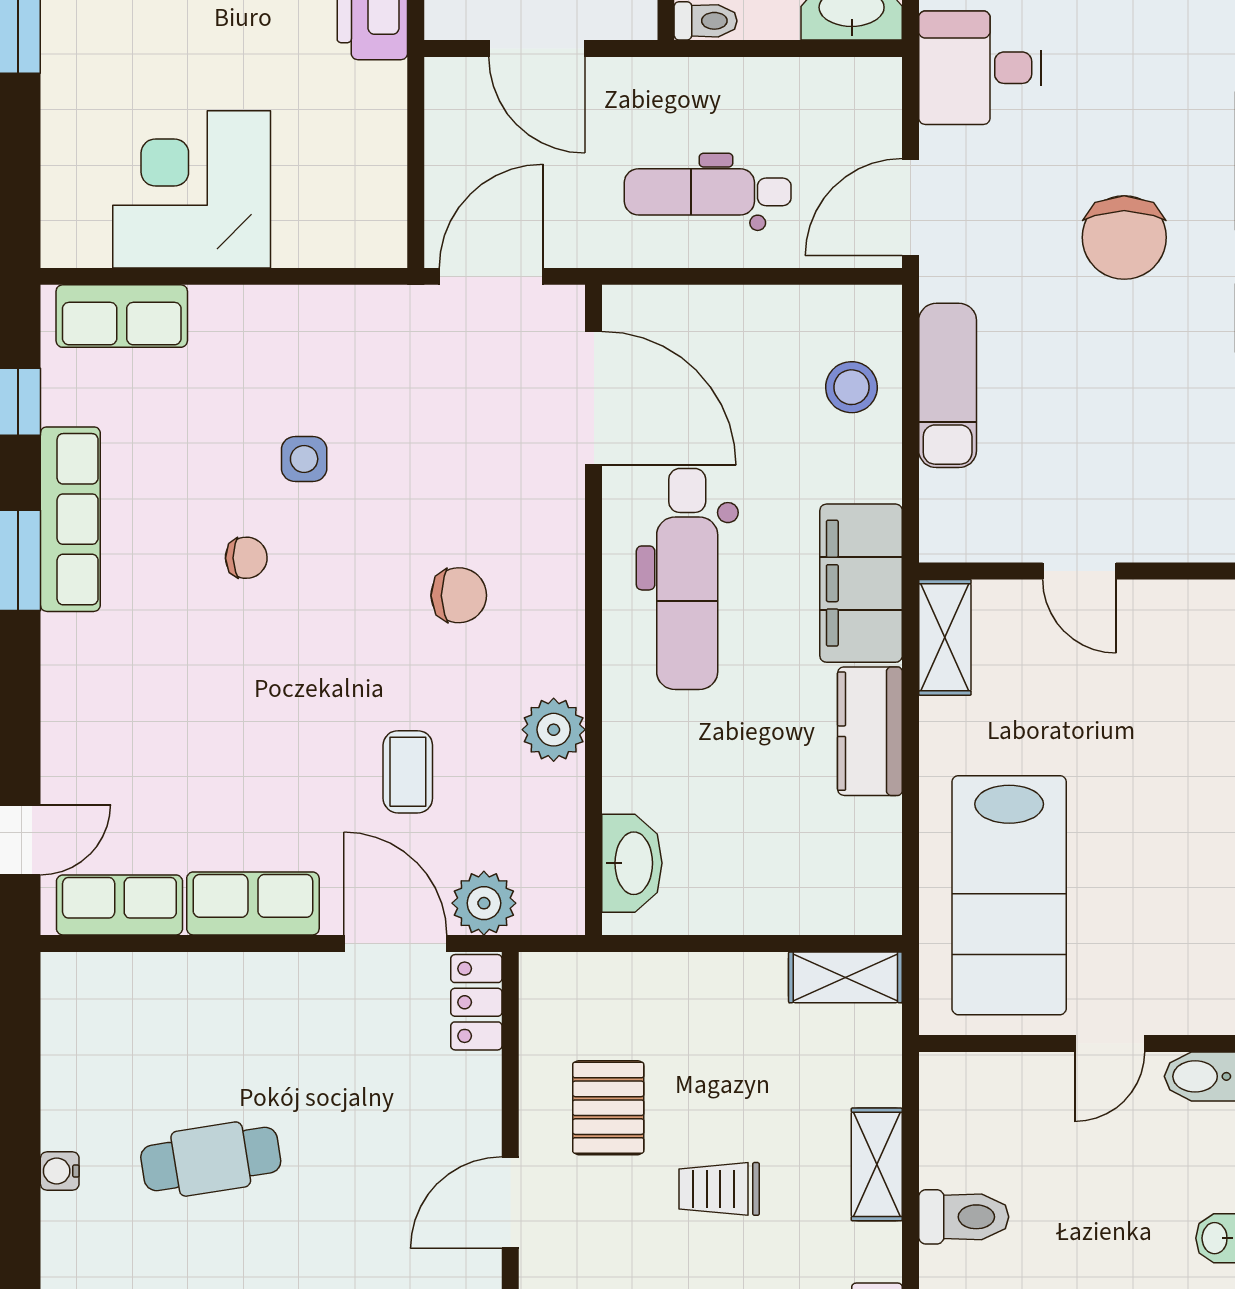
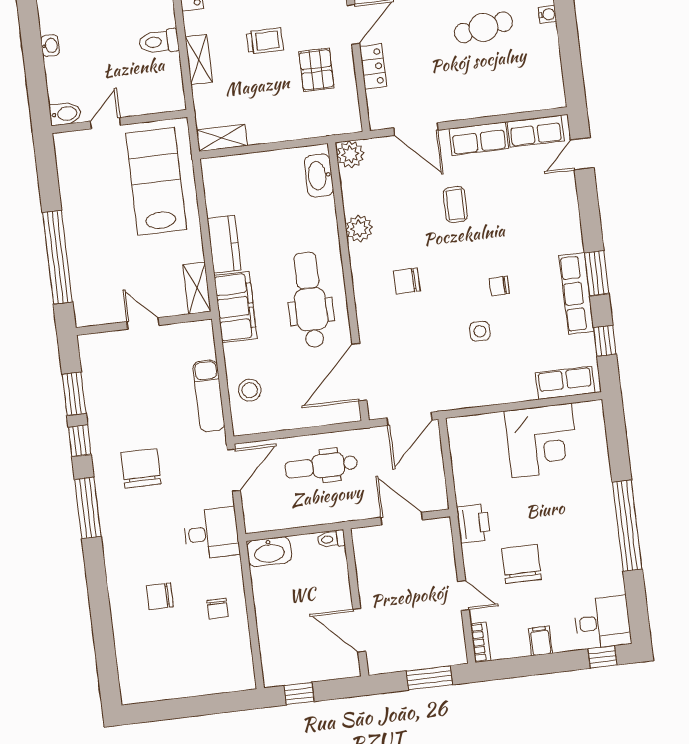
dental chair: (708, 192) -> (321, 466), turned 180
door: (594, 398) -> (359, 372), hinge flipped
coffee table: (408, 772) -> (455, 205), moved
plant: (484, 903) -> (350, 154), moved
locker: (476, 1002) -> (373, 67), moved

